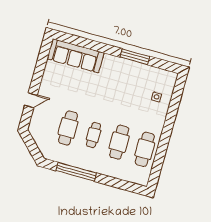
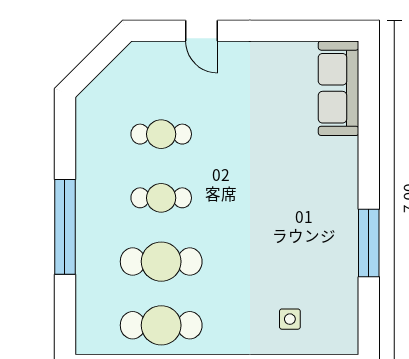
sofa: (76, 56) -> (339, 88), width x0.74, depth x0.79
cafe table: (68, 128) -> (161, 134), width x0.73, depth x0.74
window: (76, 172) -> (65, 227), moved

